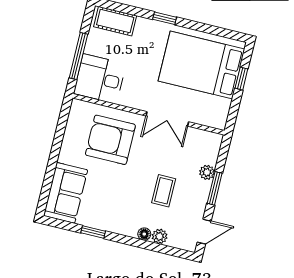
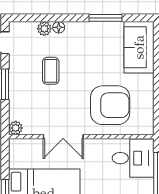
double door: (167, 119) -> (63, 137), swing flipped
plant: (207, 172) -> (16, 128), moved
window: (93, 232) -> (105, 18), width x1.50

